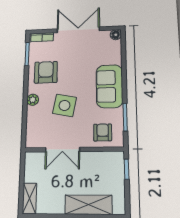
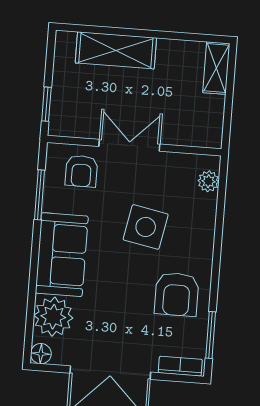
plant: (111, 54) -> (53, 317), added
plant: (33, 100) -> (208, 181), moved
double door: (62, 150) -> (129, 145), moved

